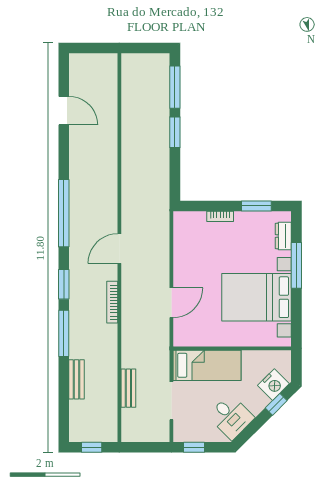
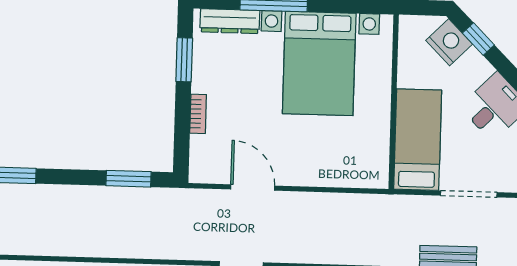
window: (175, 132) -> (129, 179), moved
dresser: (283, 236) -> (230, 21), width x1.44
door: (171, 303) -> (253, 188), moved

